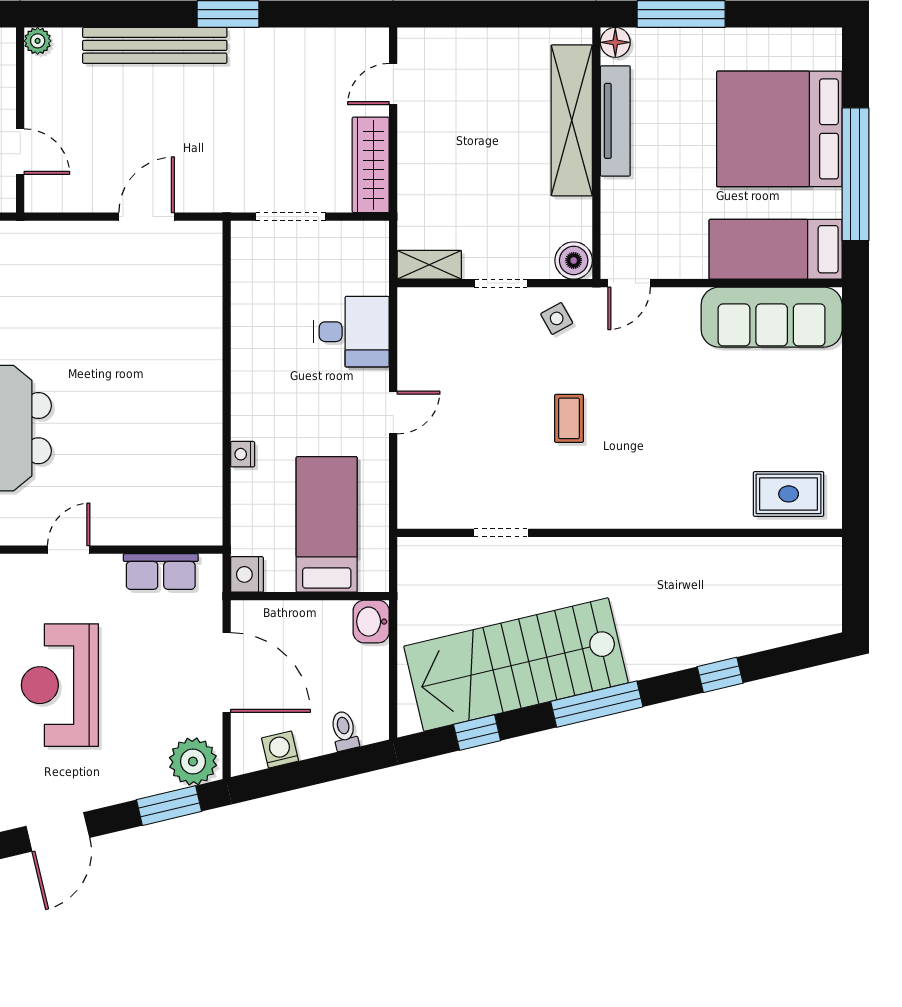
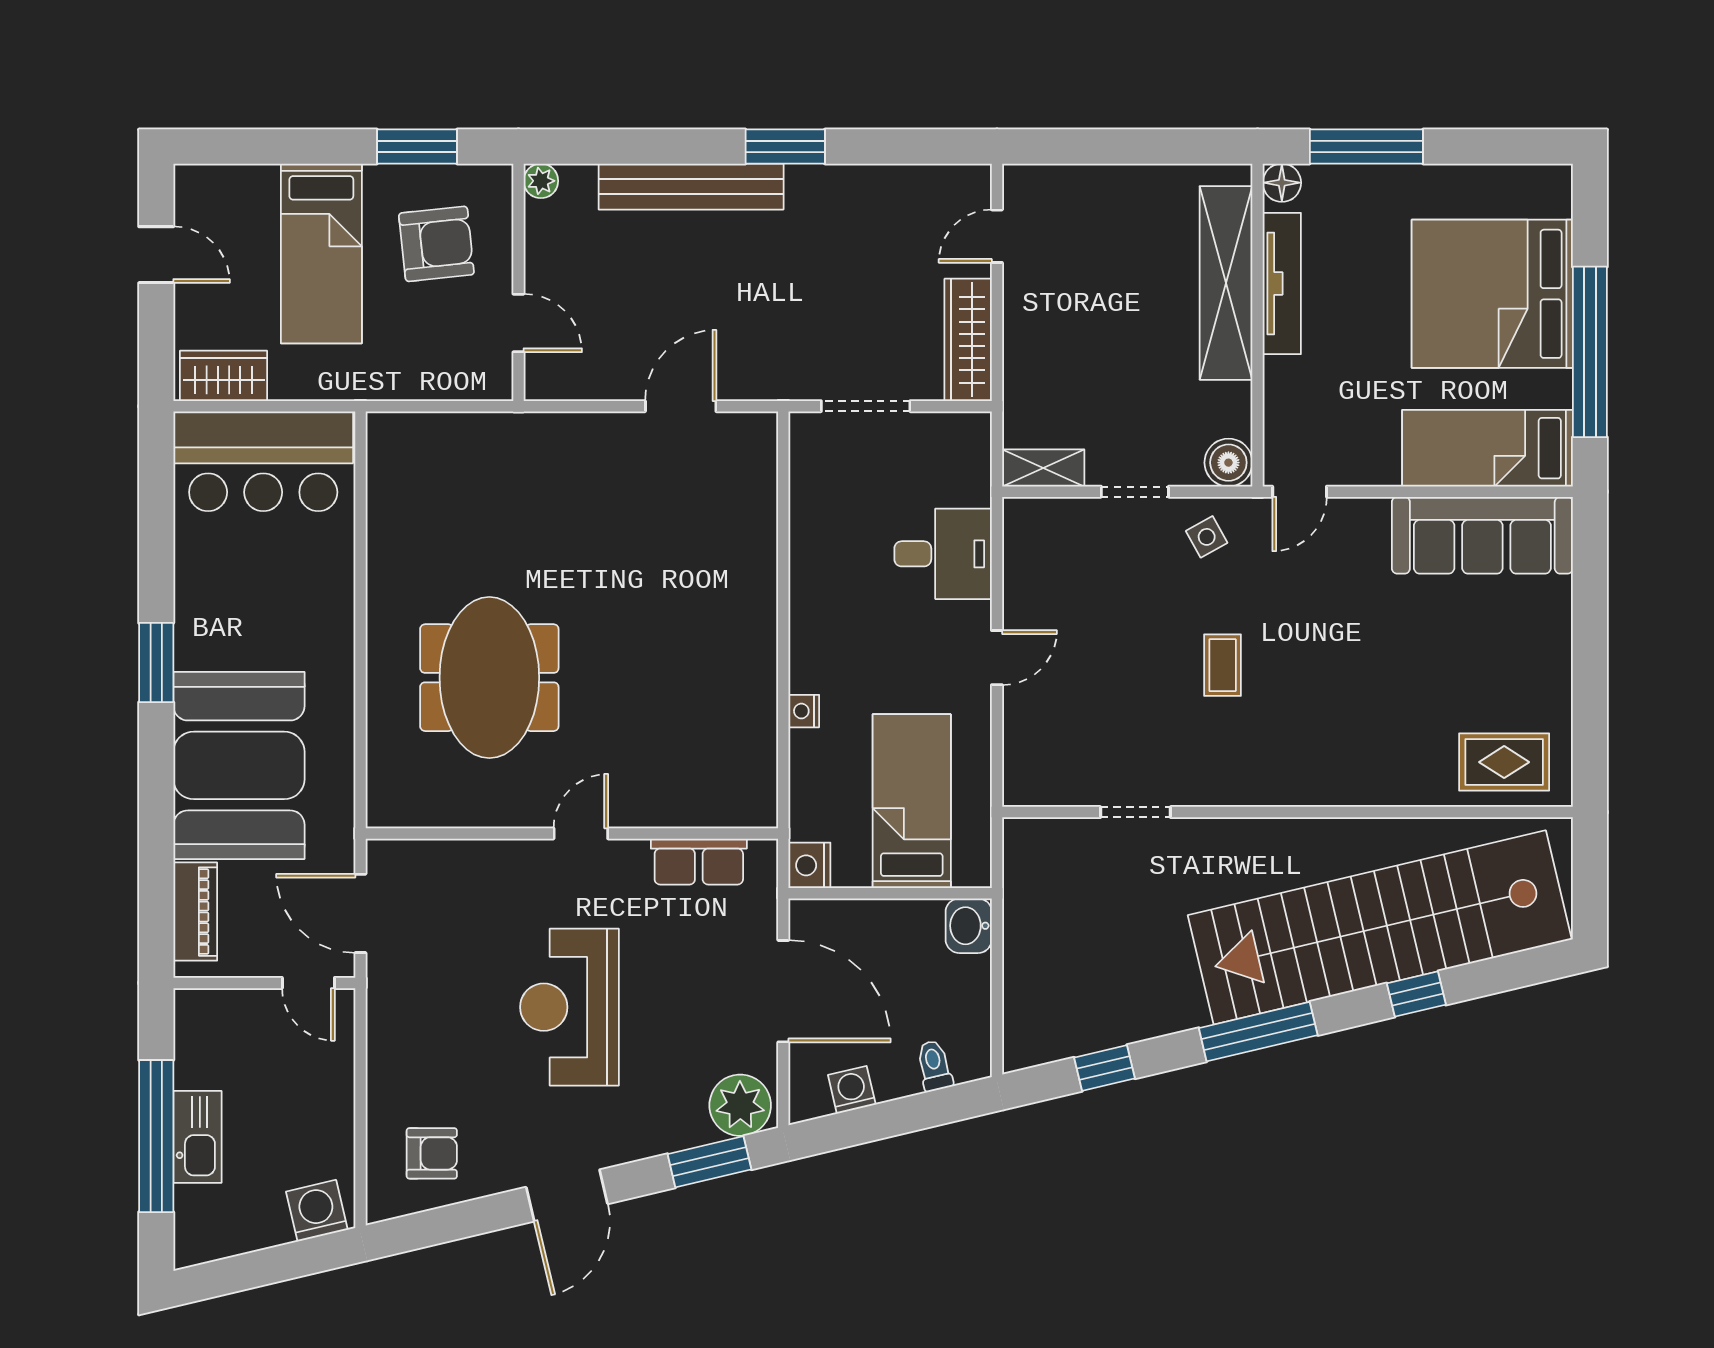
stairs: (516, 664) -> (1380, 927), moved, width x1.36

